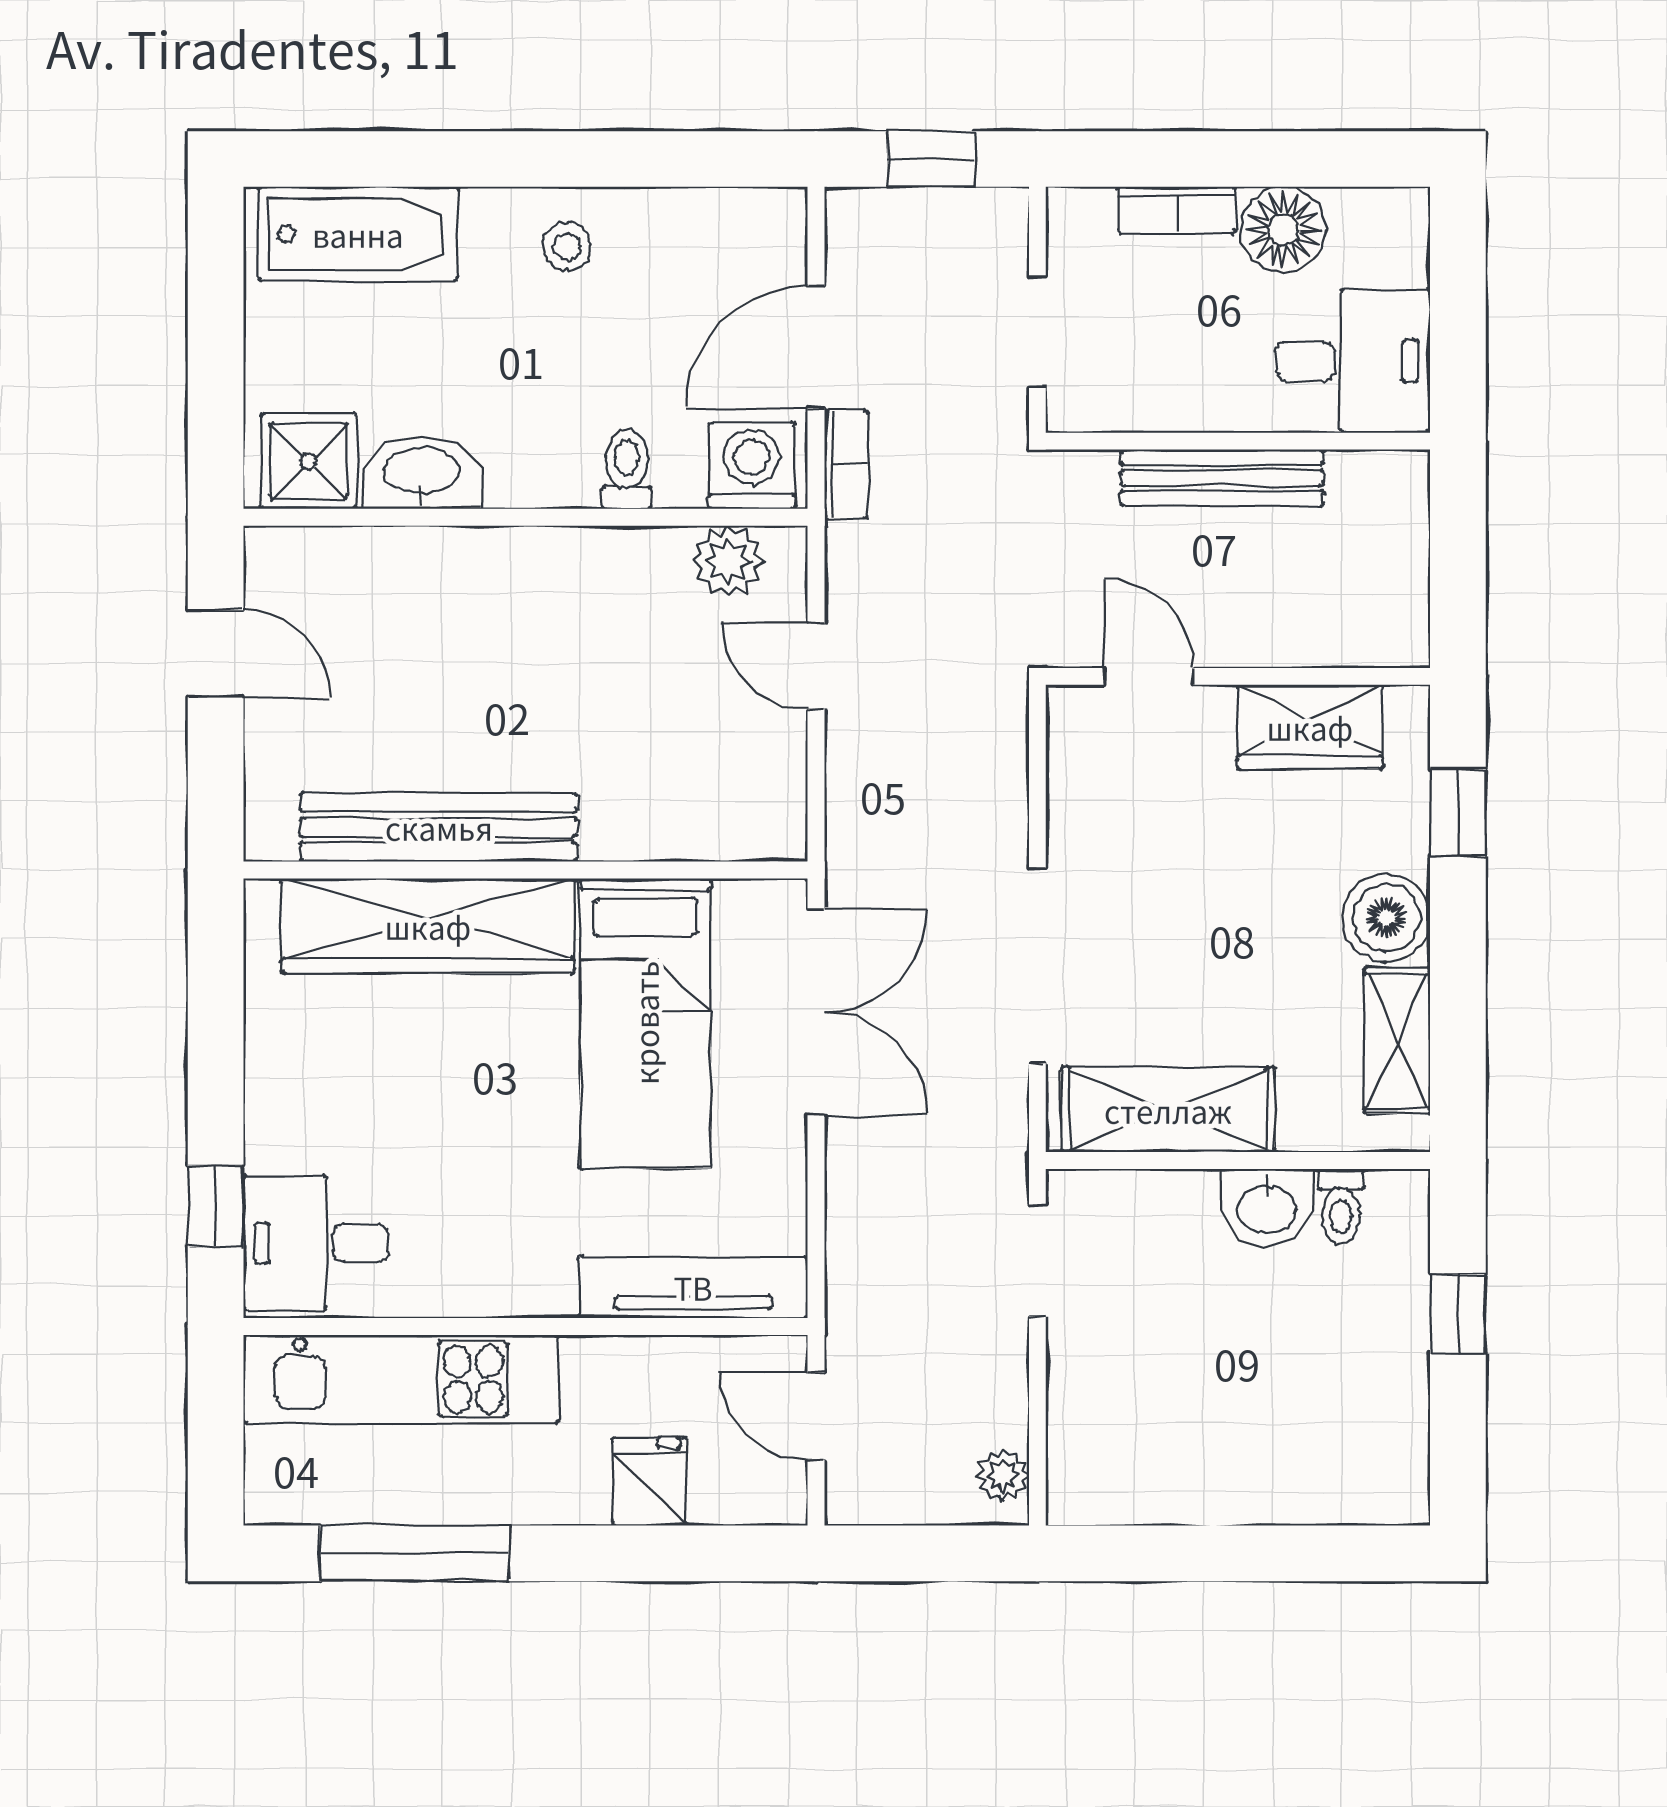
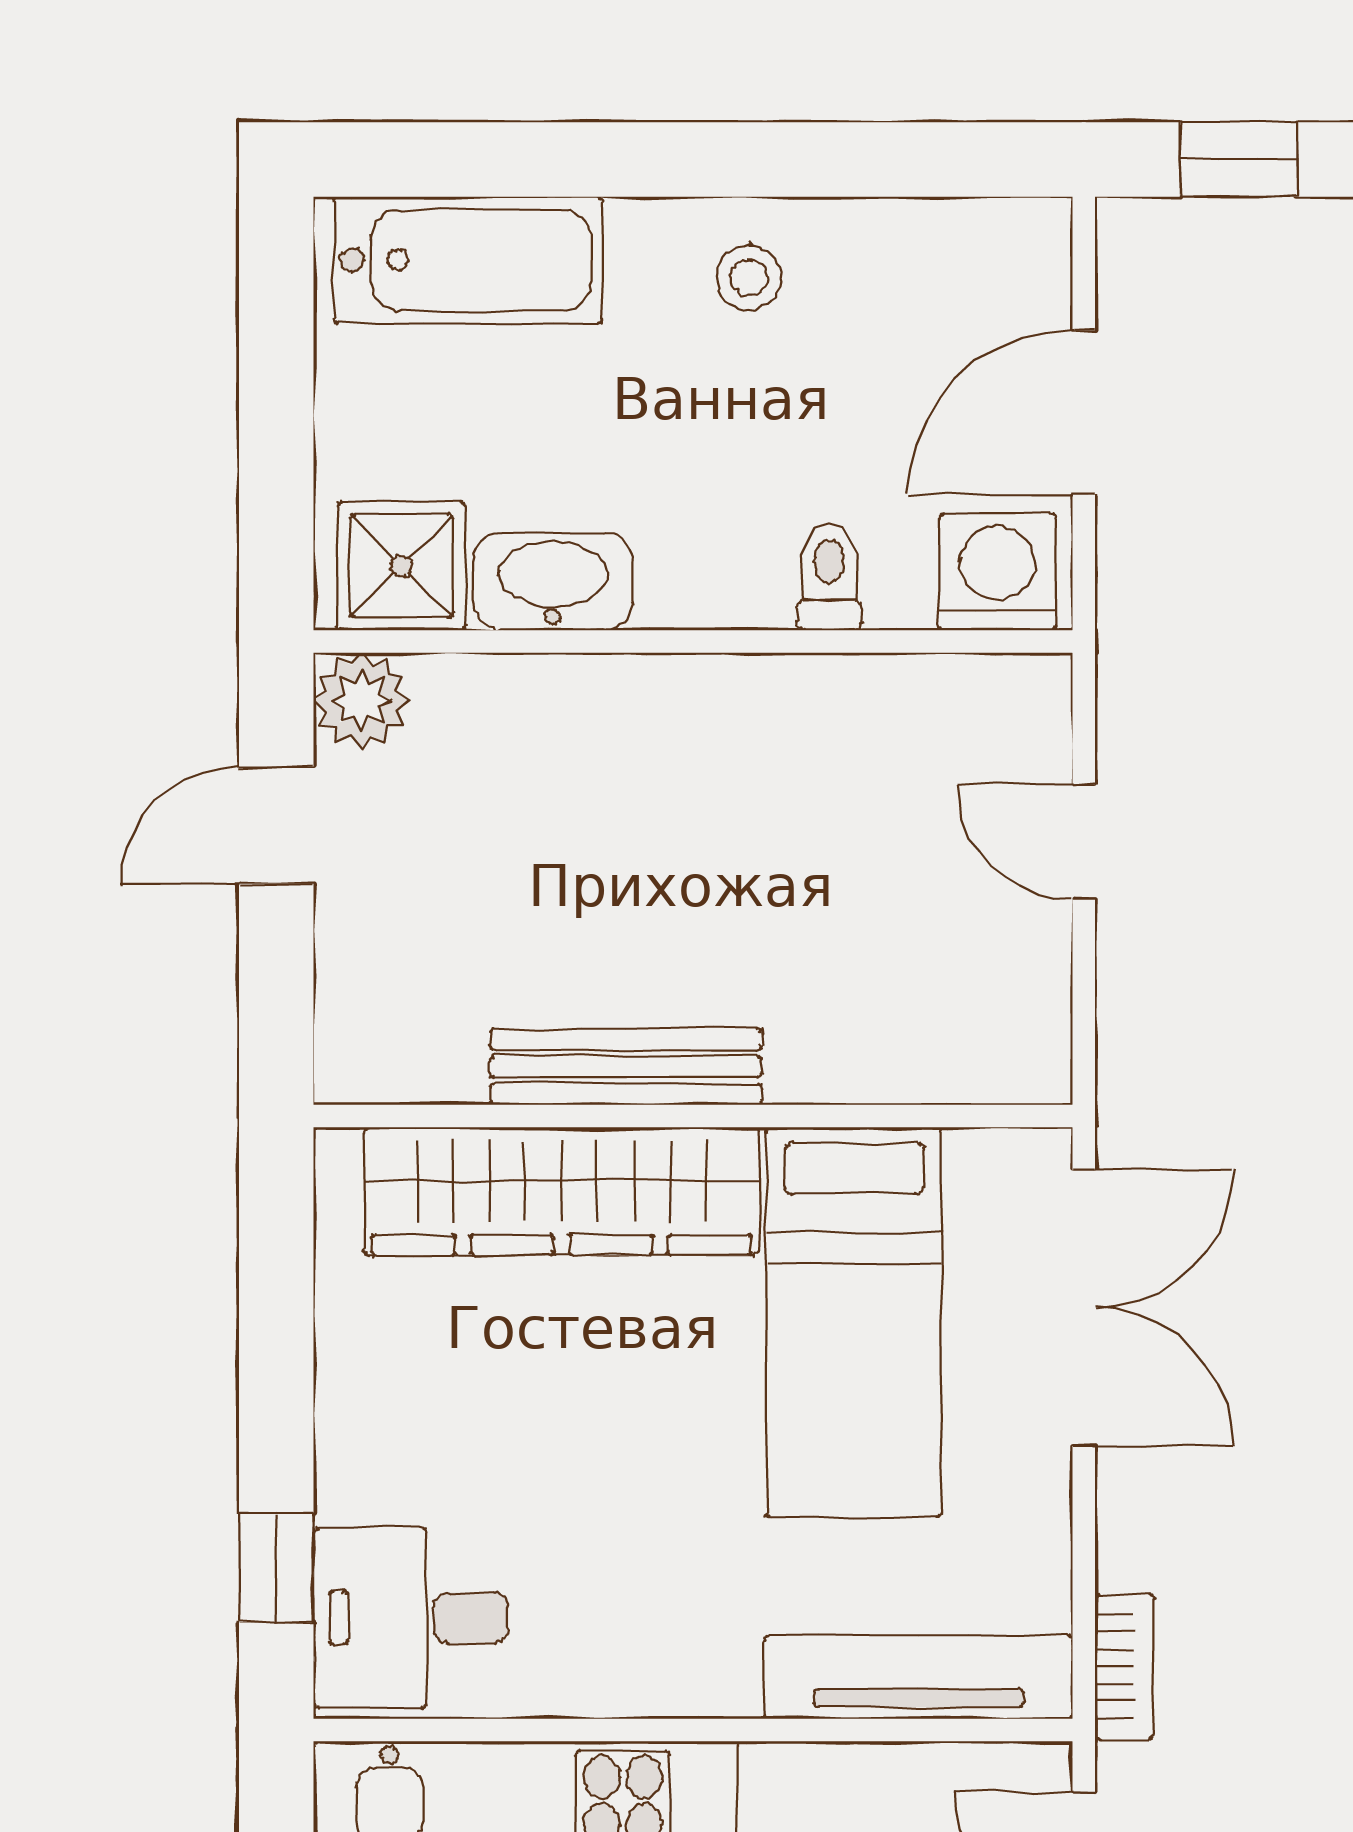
bookcase: (846, 465) -> (1124, 1667), moved
plant: (728, 561) -> (361, 701), moved
door: (216, 654) -> (276, 825), swing flipped
bench: (439, 827) -> (626, 1067), width x0.73, depth x0.82

